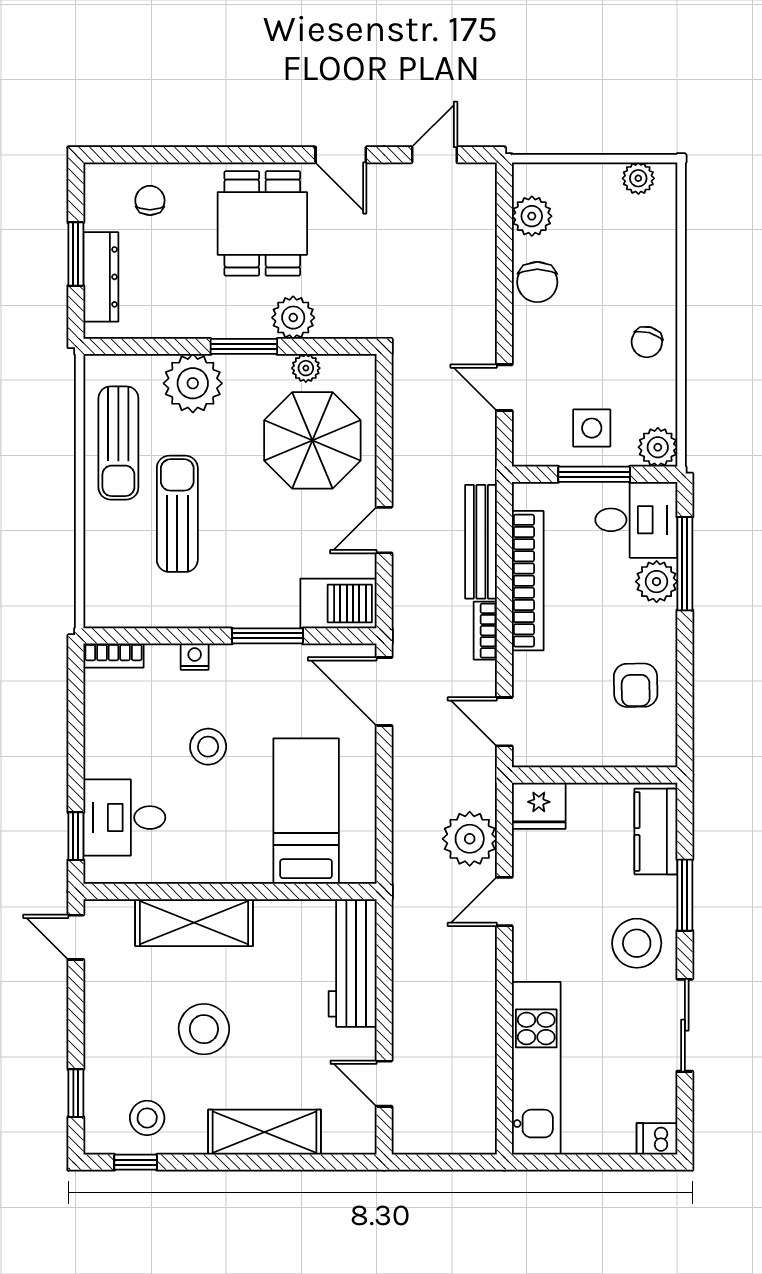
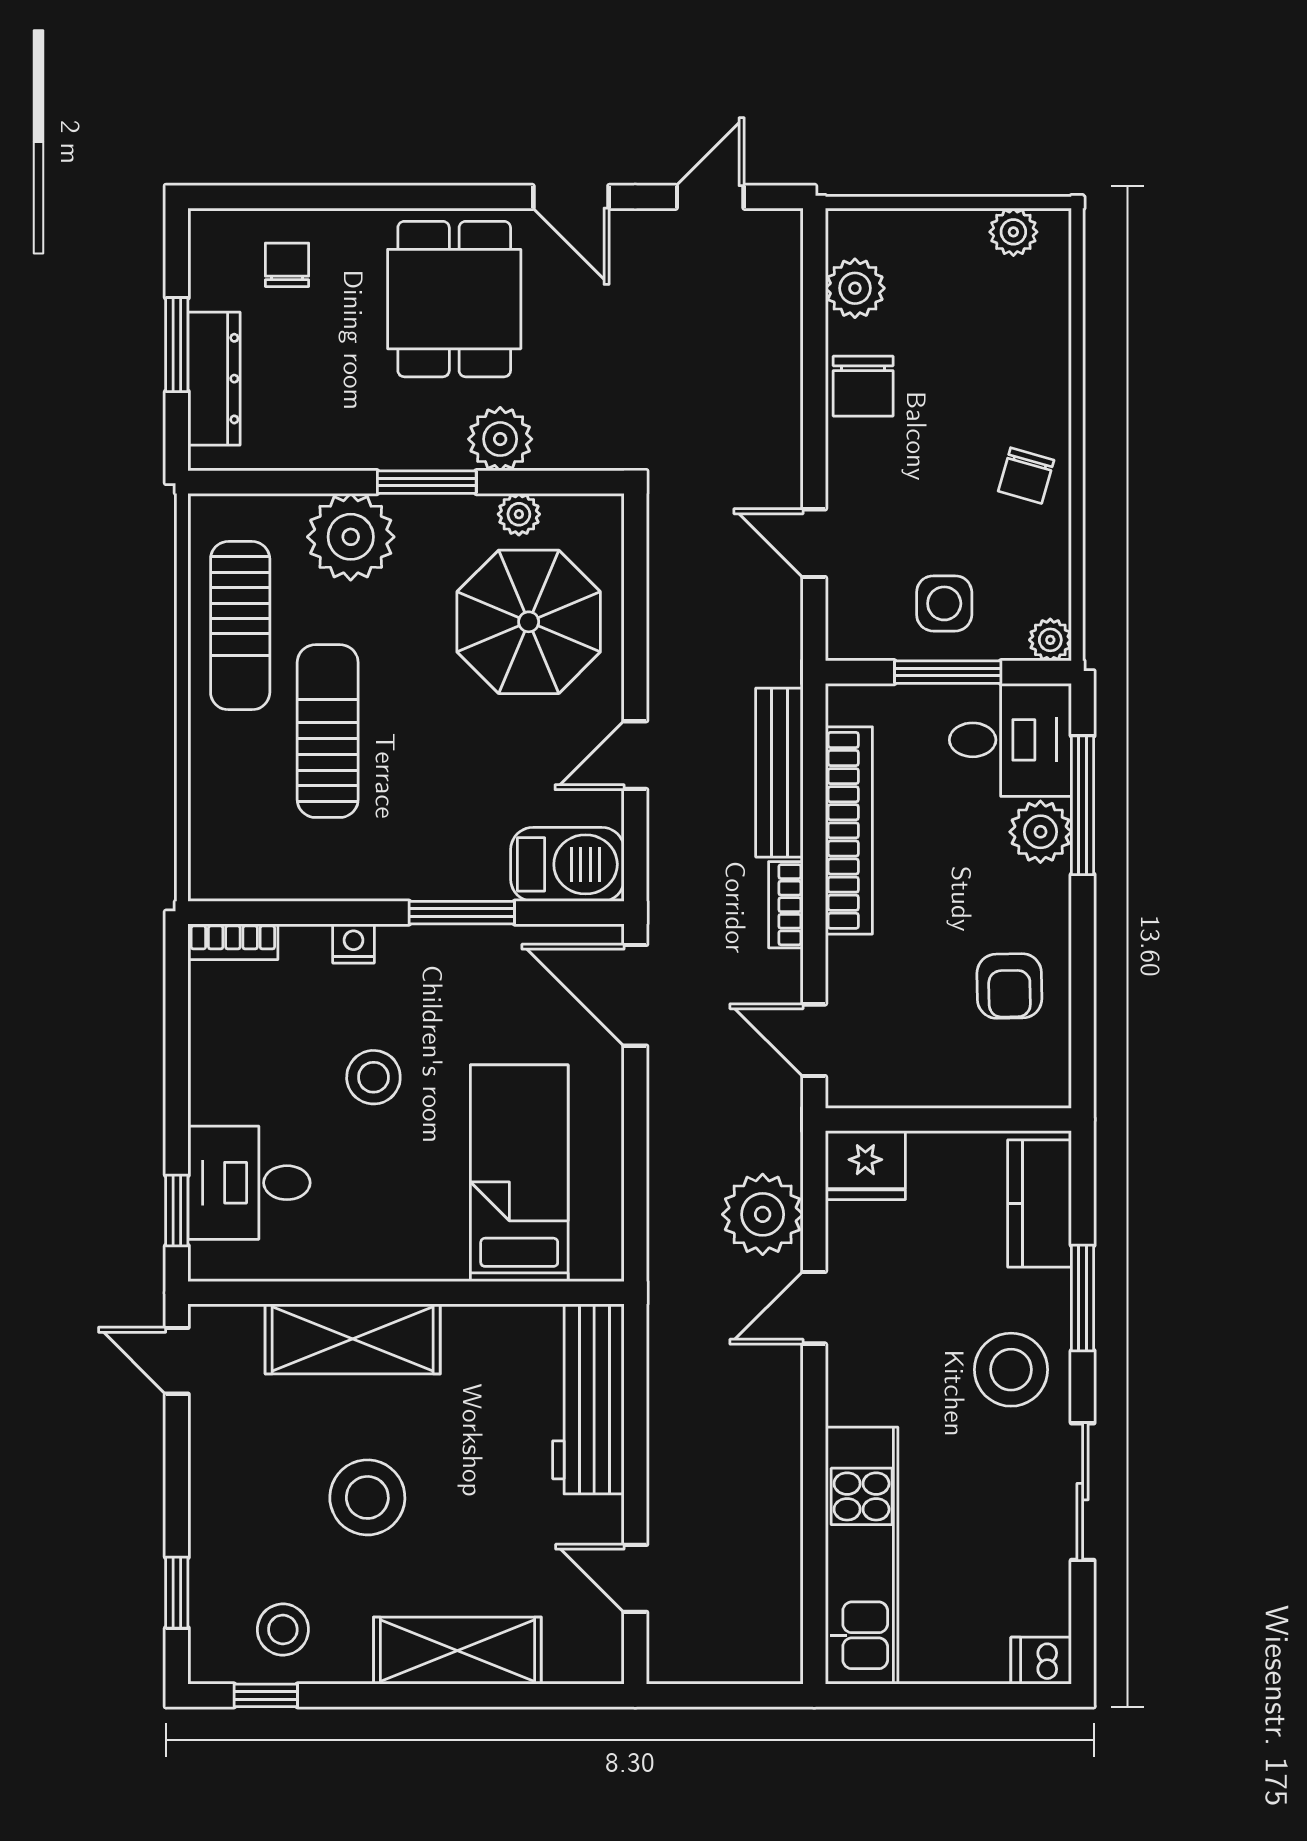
plant: (658, 447) -> (1050, 640), width x0.73, depth x0.73

